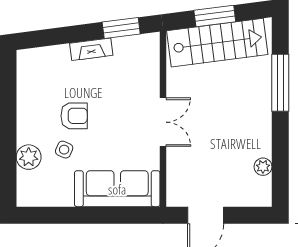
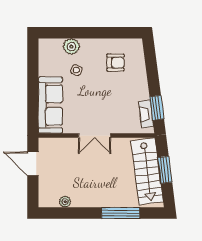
fireplace: (91, 49) -> (146, 114), moved
armchair: (74, 116) -> (116, 63), moved, turned -90

